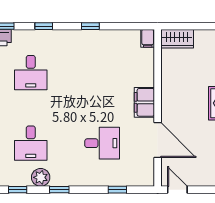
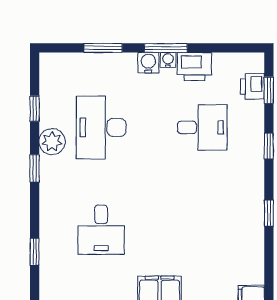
desk: (31, 73) -> (202, 127), turned 180
desk: (31, 143) -> (101, 127), width x1.37

